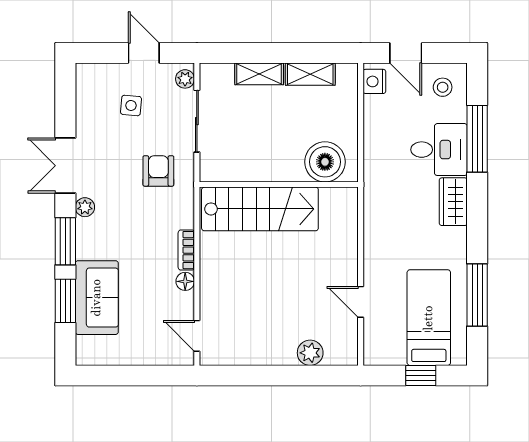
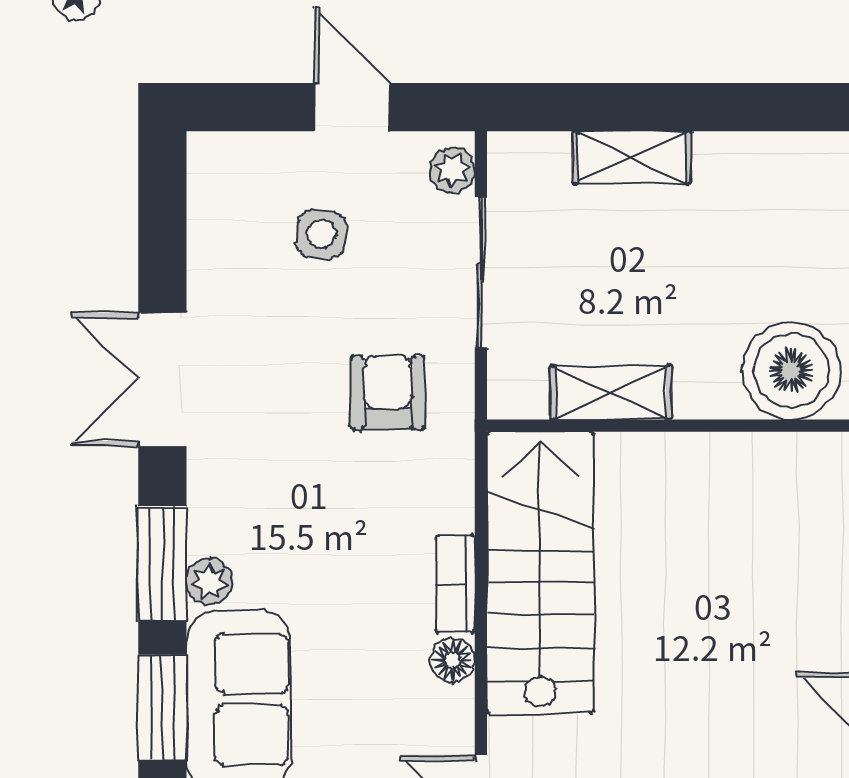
shelving: (310, 74) -> (611, 393), moved
plant: (85, 207) -> (210, 582), moved
stairs: (260, 209) -> (540, 573), moved, turned -90

